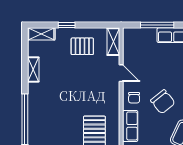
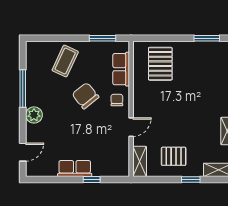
window: (157, 25) -> (92, 180), width x0.46
door: (121, 73) -> (131, 127), swing flipped

